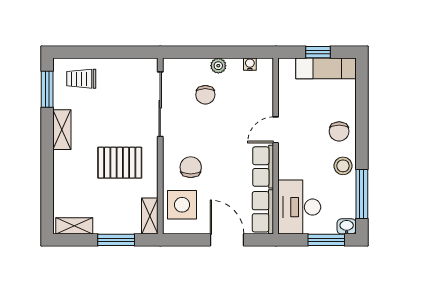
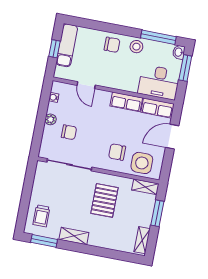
door: (276, 130) -> (86, 85), moved

